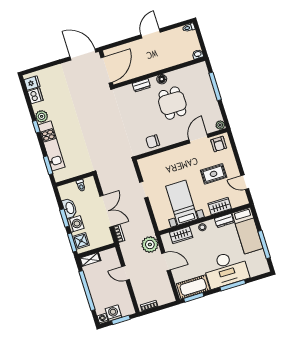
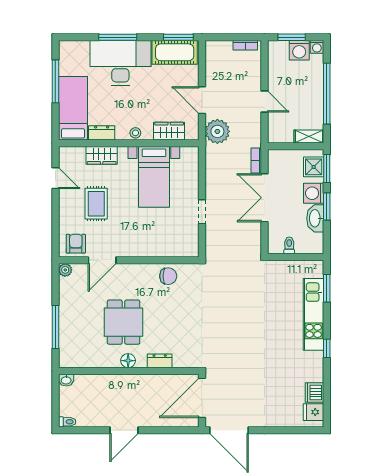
plant: (42, 116) -> (315, 361), removed
rug: (214, 174) -> (96, 204), turned 90

